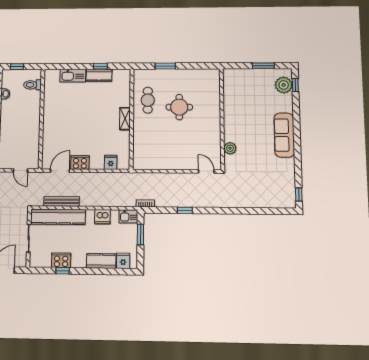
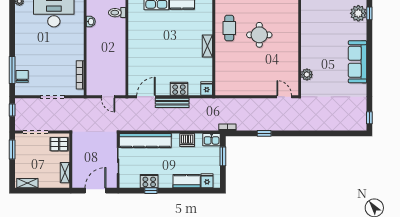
cooker: (80, 162) -> (179, 89), moved
fridge: (111, 162) -> (207, 89), moved
bench: (62, 201) -> (172, 103), moved

